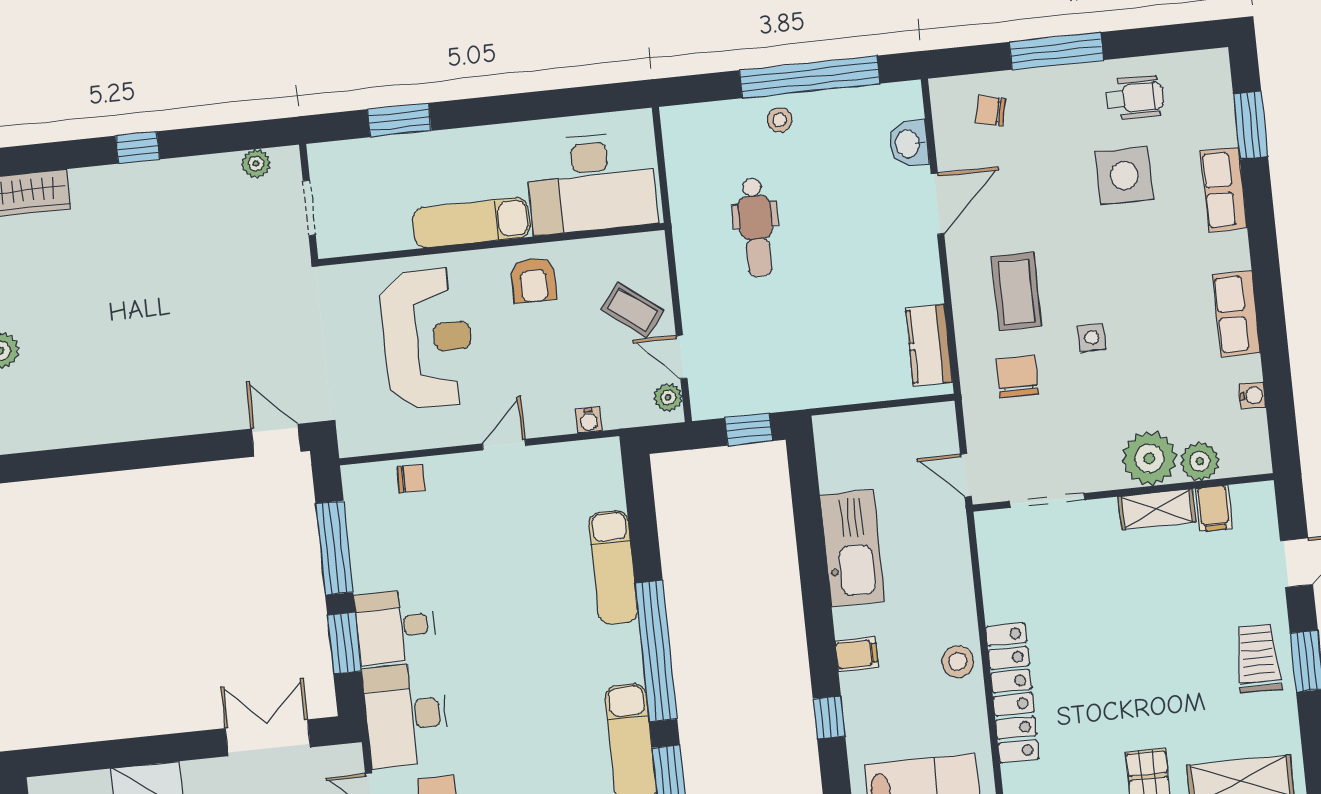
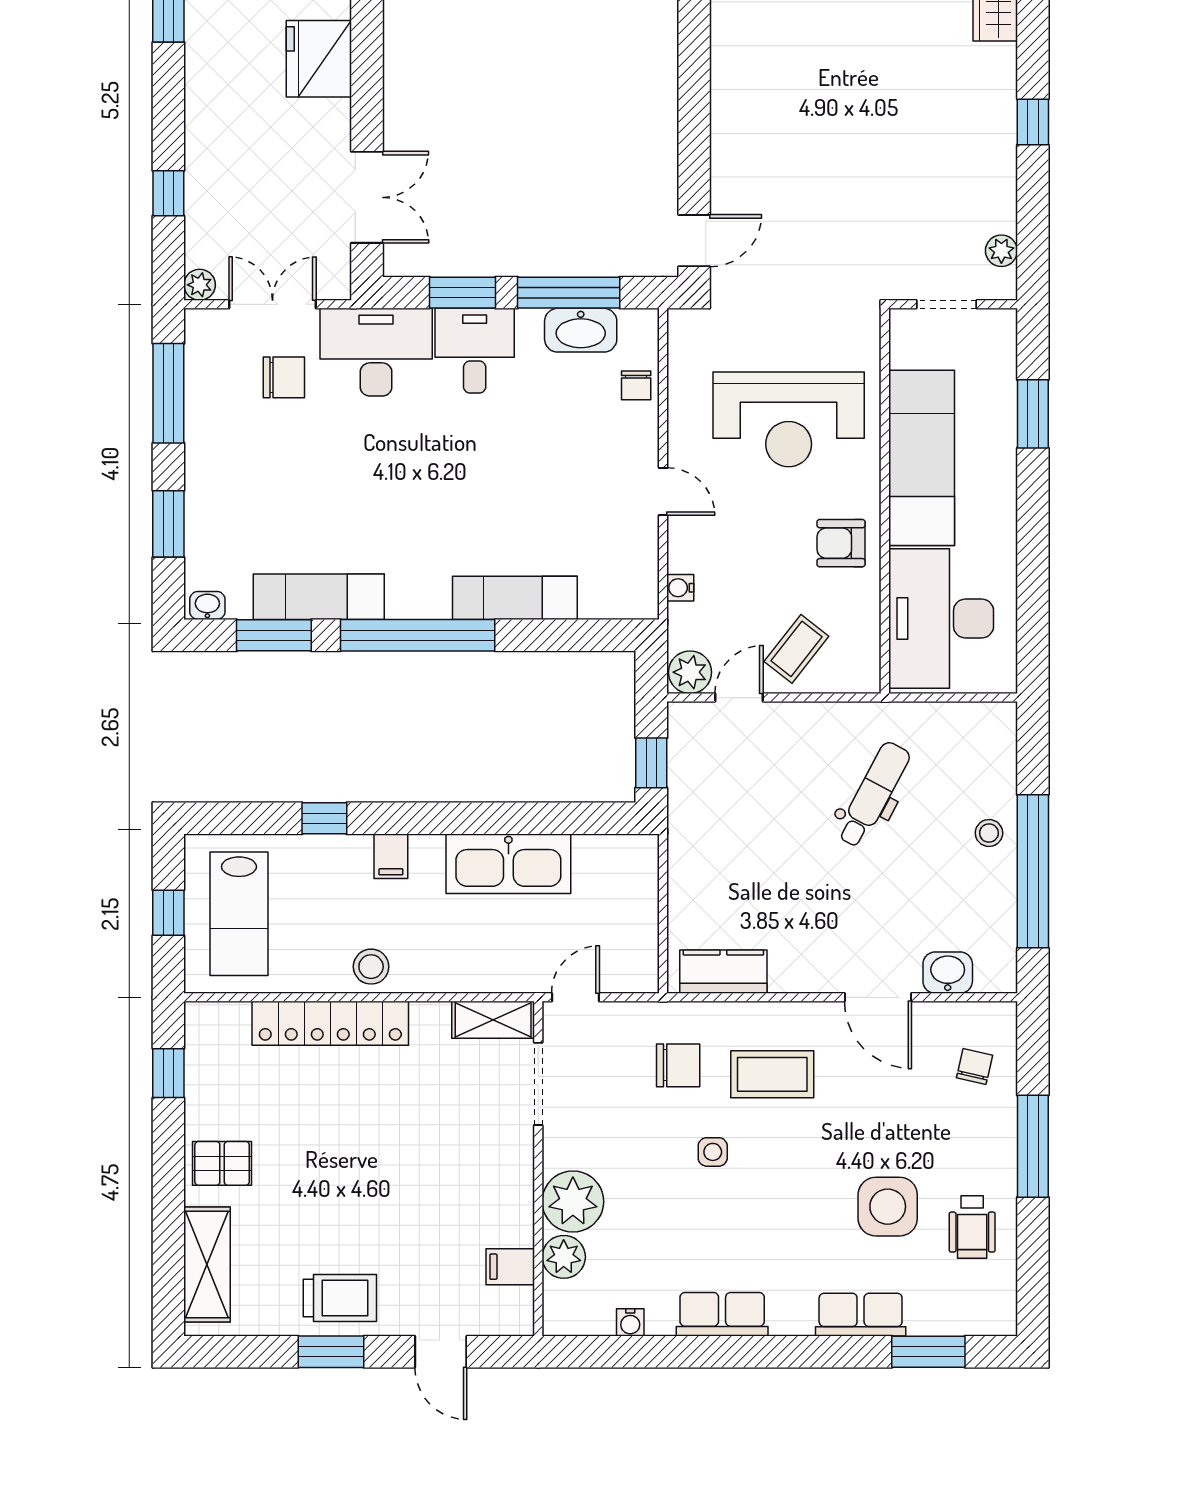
exam couch: (471, 223) -> (922, 458), width x1.36, depth x1.45
dental chair: (756, 227) -> (873, 795), turned 118
plant: (668, 397) -> (690, 672), width x1.38, depth x1.38
shelving: (1157, 509) -> (493, 1020), moved, turned 90
washbasin: (367, 534) -> (581, 330), added

